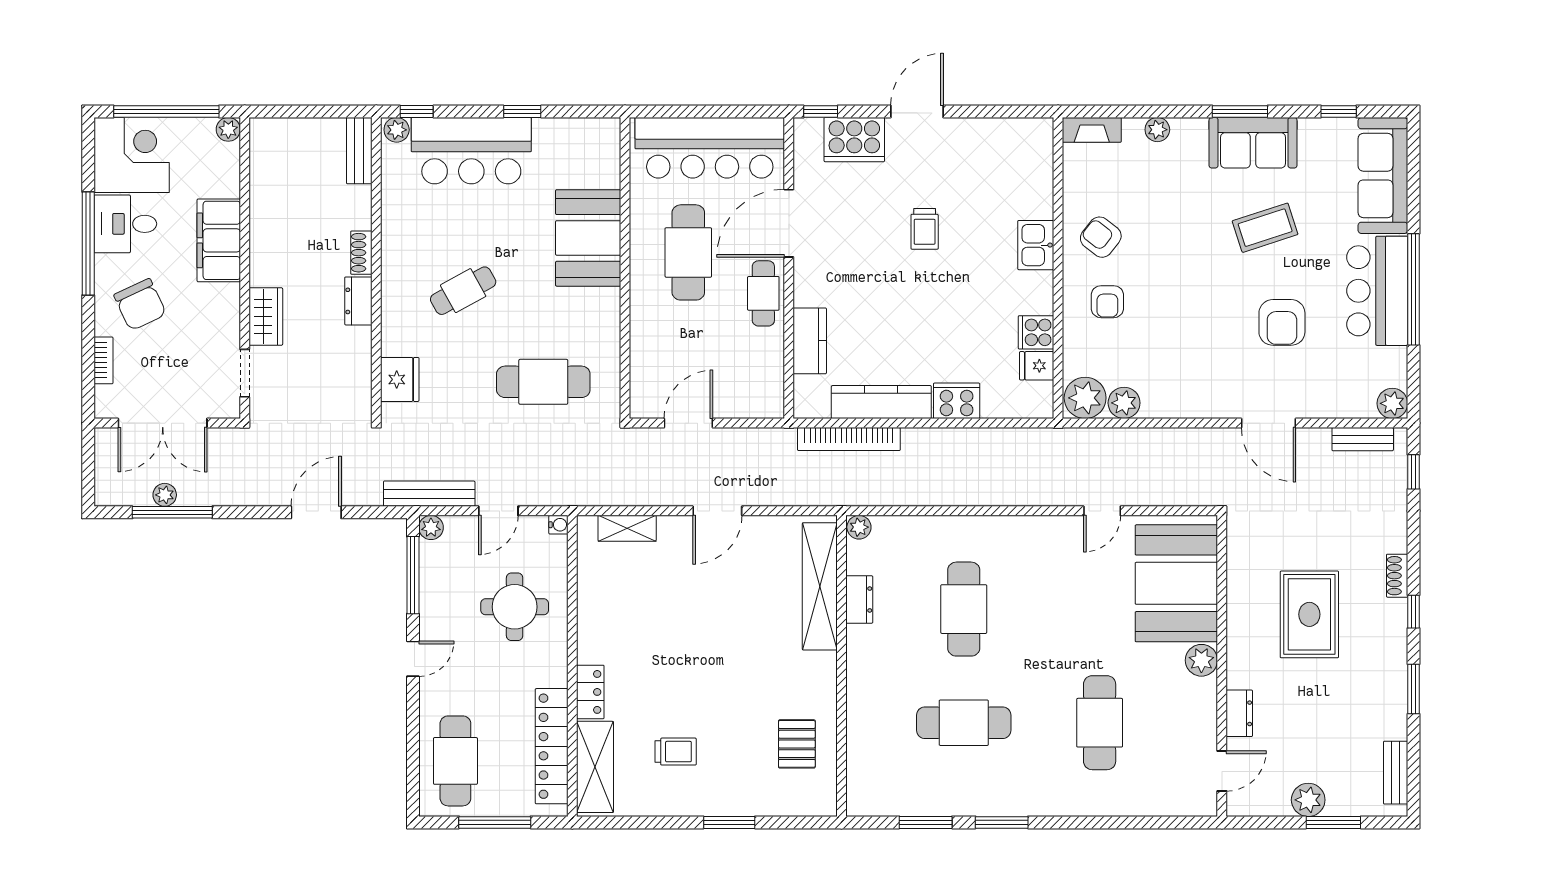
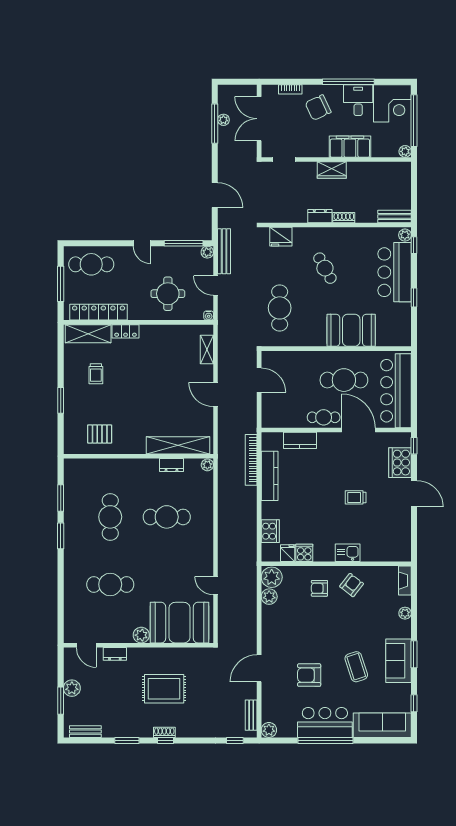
wardrobe: (266, 316) -> (332, 170), moved
cooker: (957, 401) -> (270, 531), moved
shoe rack: (1397, 576) -> (164, 732), moved

